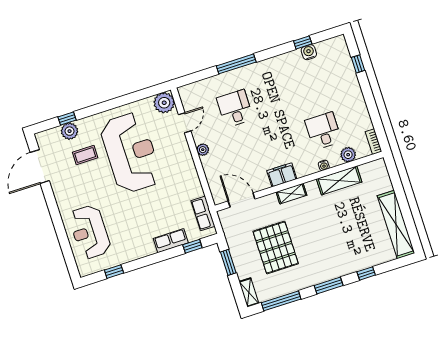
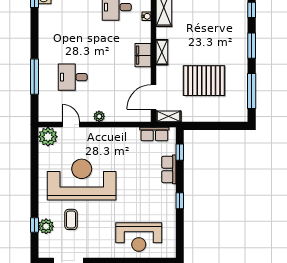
window: (236, 64) -> (34, 77), moved
window: (228, 262) -> (204, 126), removed
window: (114, 272) -> (180, 201), moved
shelving: (249, 292) -> (168, 116), moved

